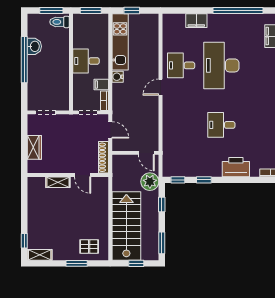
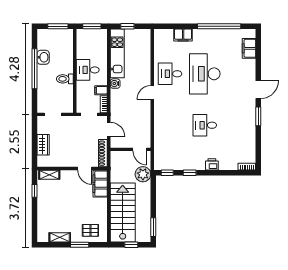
toilet: (60, 22) -> (65, 79), moved
printer: (236, 167) -> (212, 164), width x0.53, depth x0.68
shelving: (58, 182) -> (49, 175), moved
filing cabinet: (100, 193) -> (100, 184), added
window: (162, 204) -> (153, 194), removed
window: (24, 241) -> (34, 191), moved
shelving: (40, 255) -> (60, 237), moved

